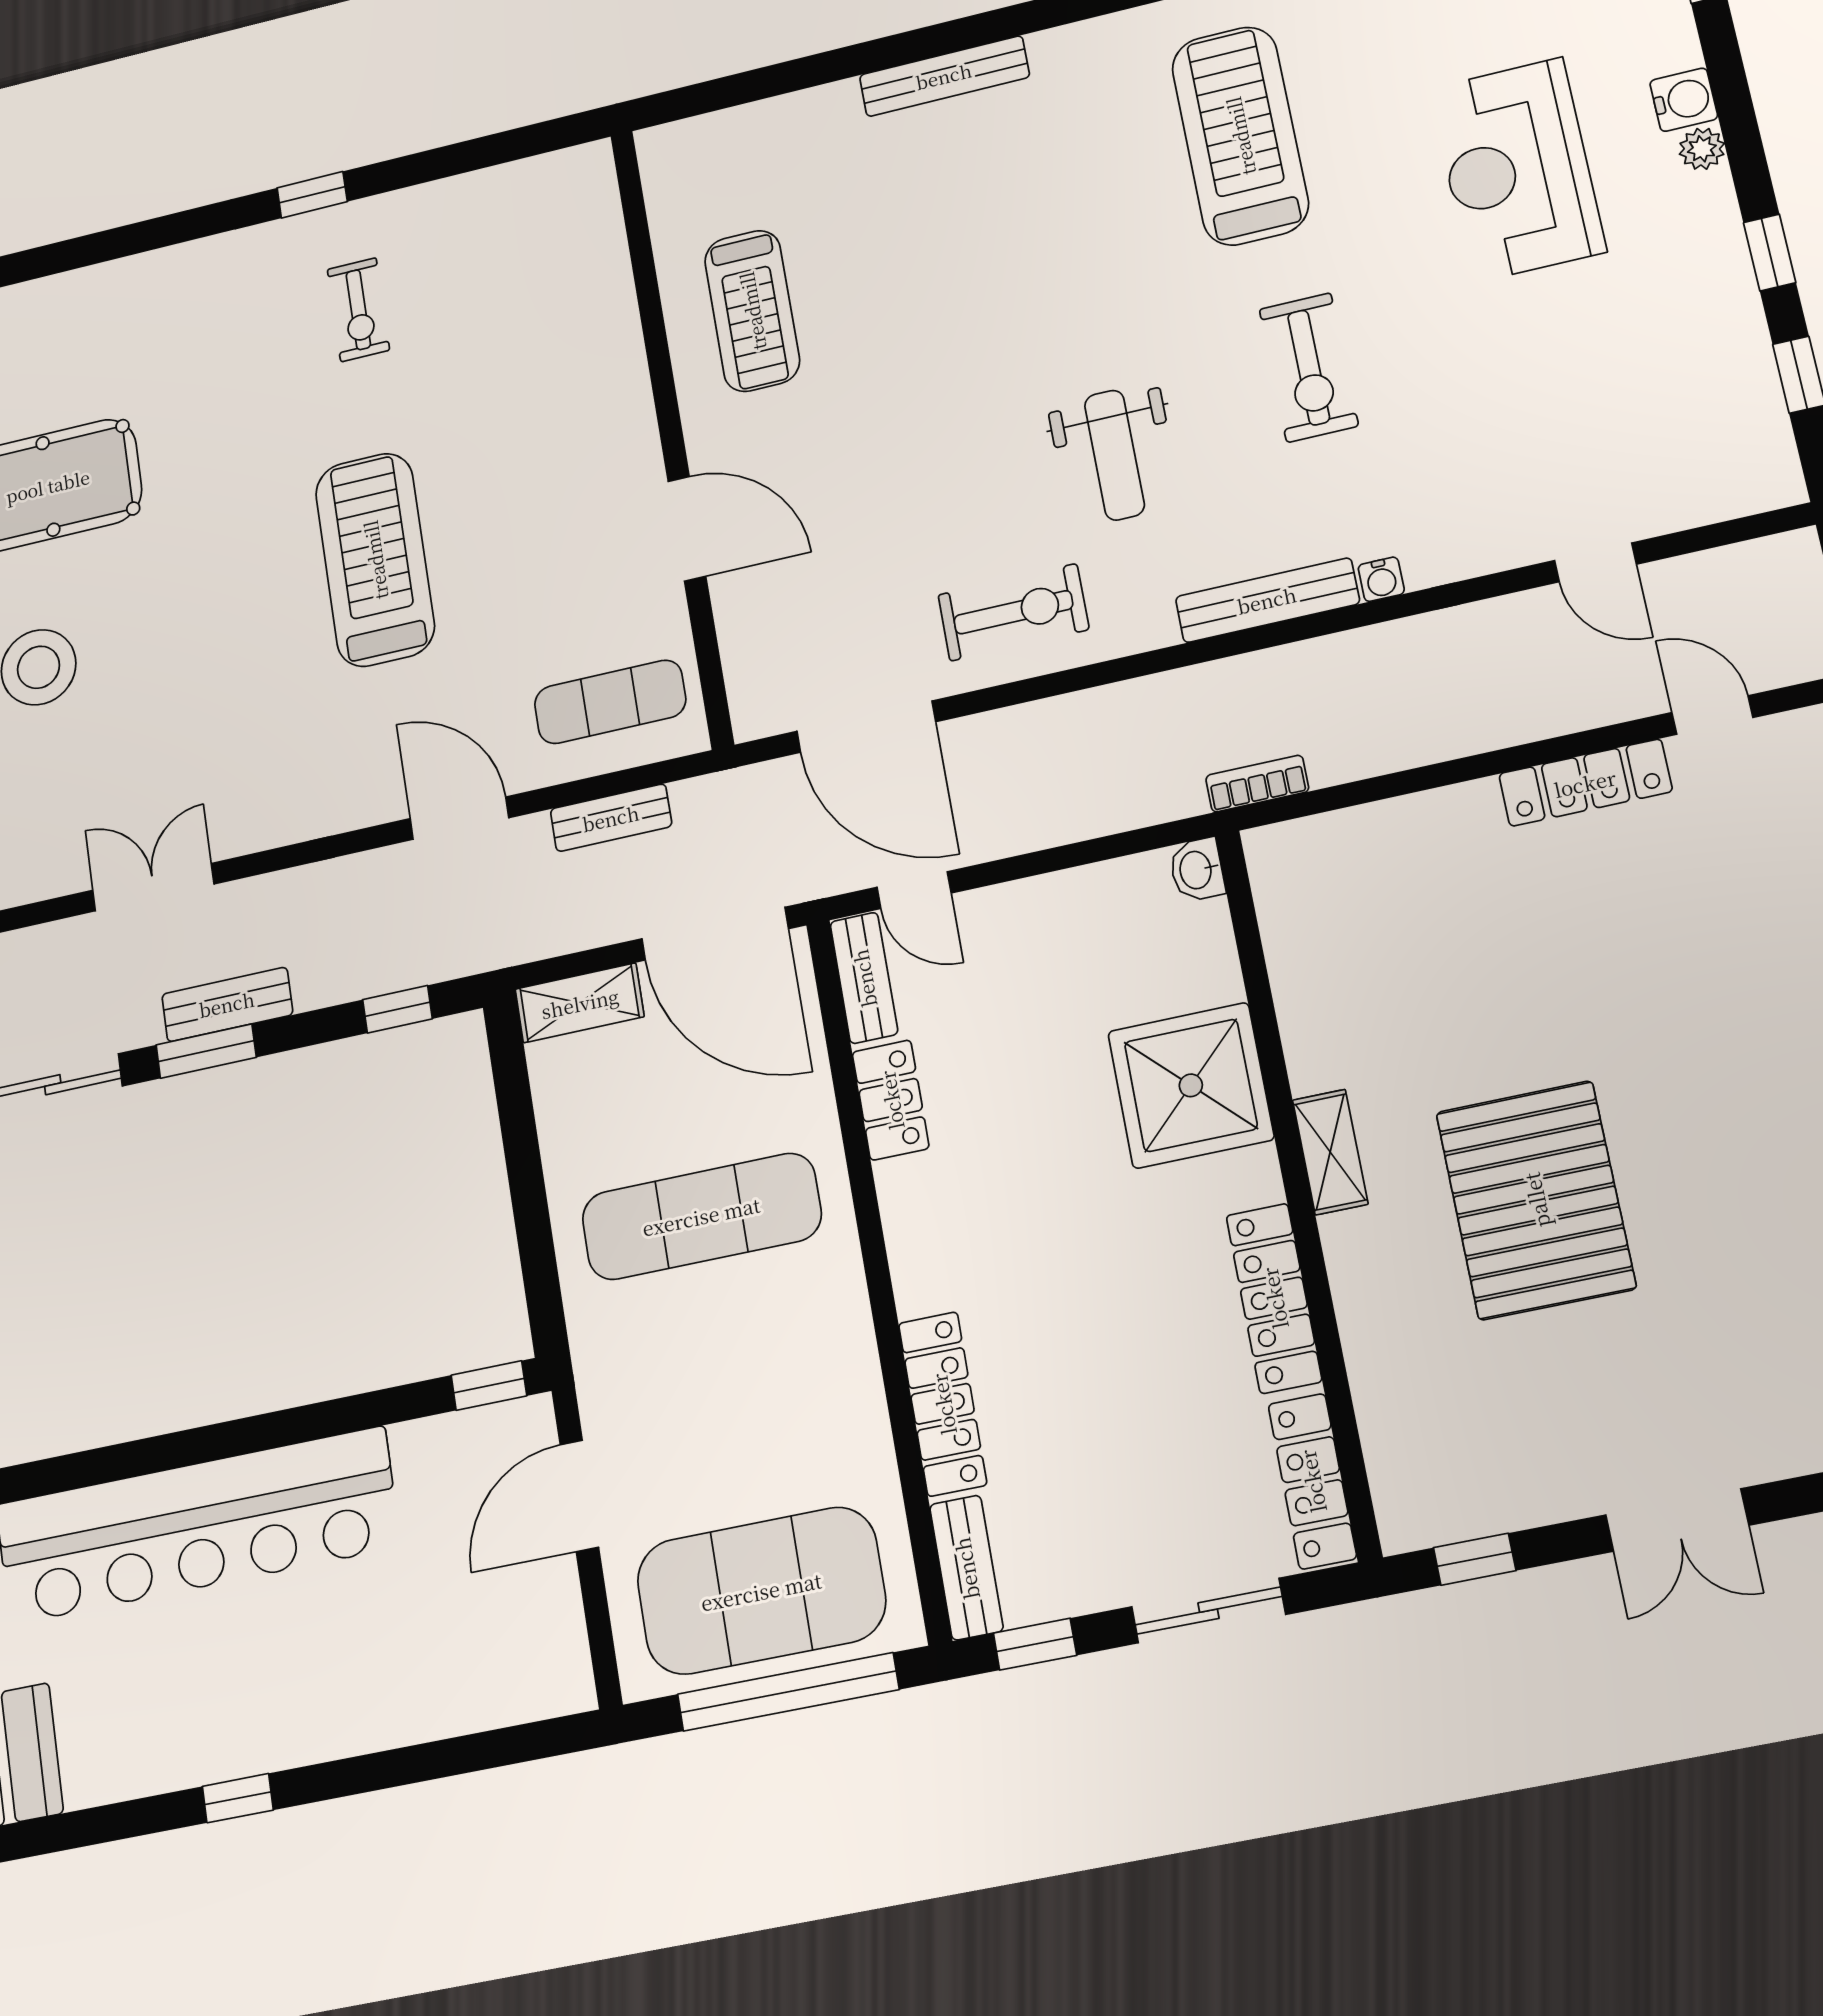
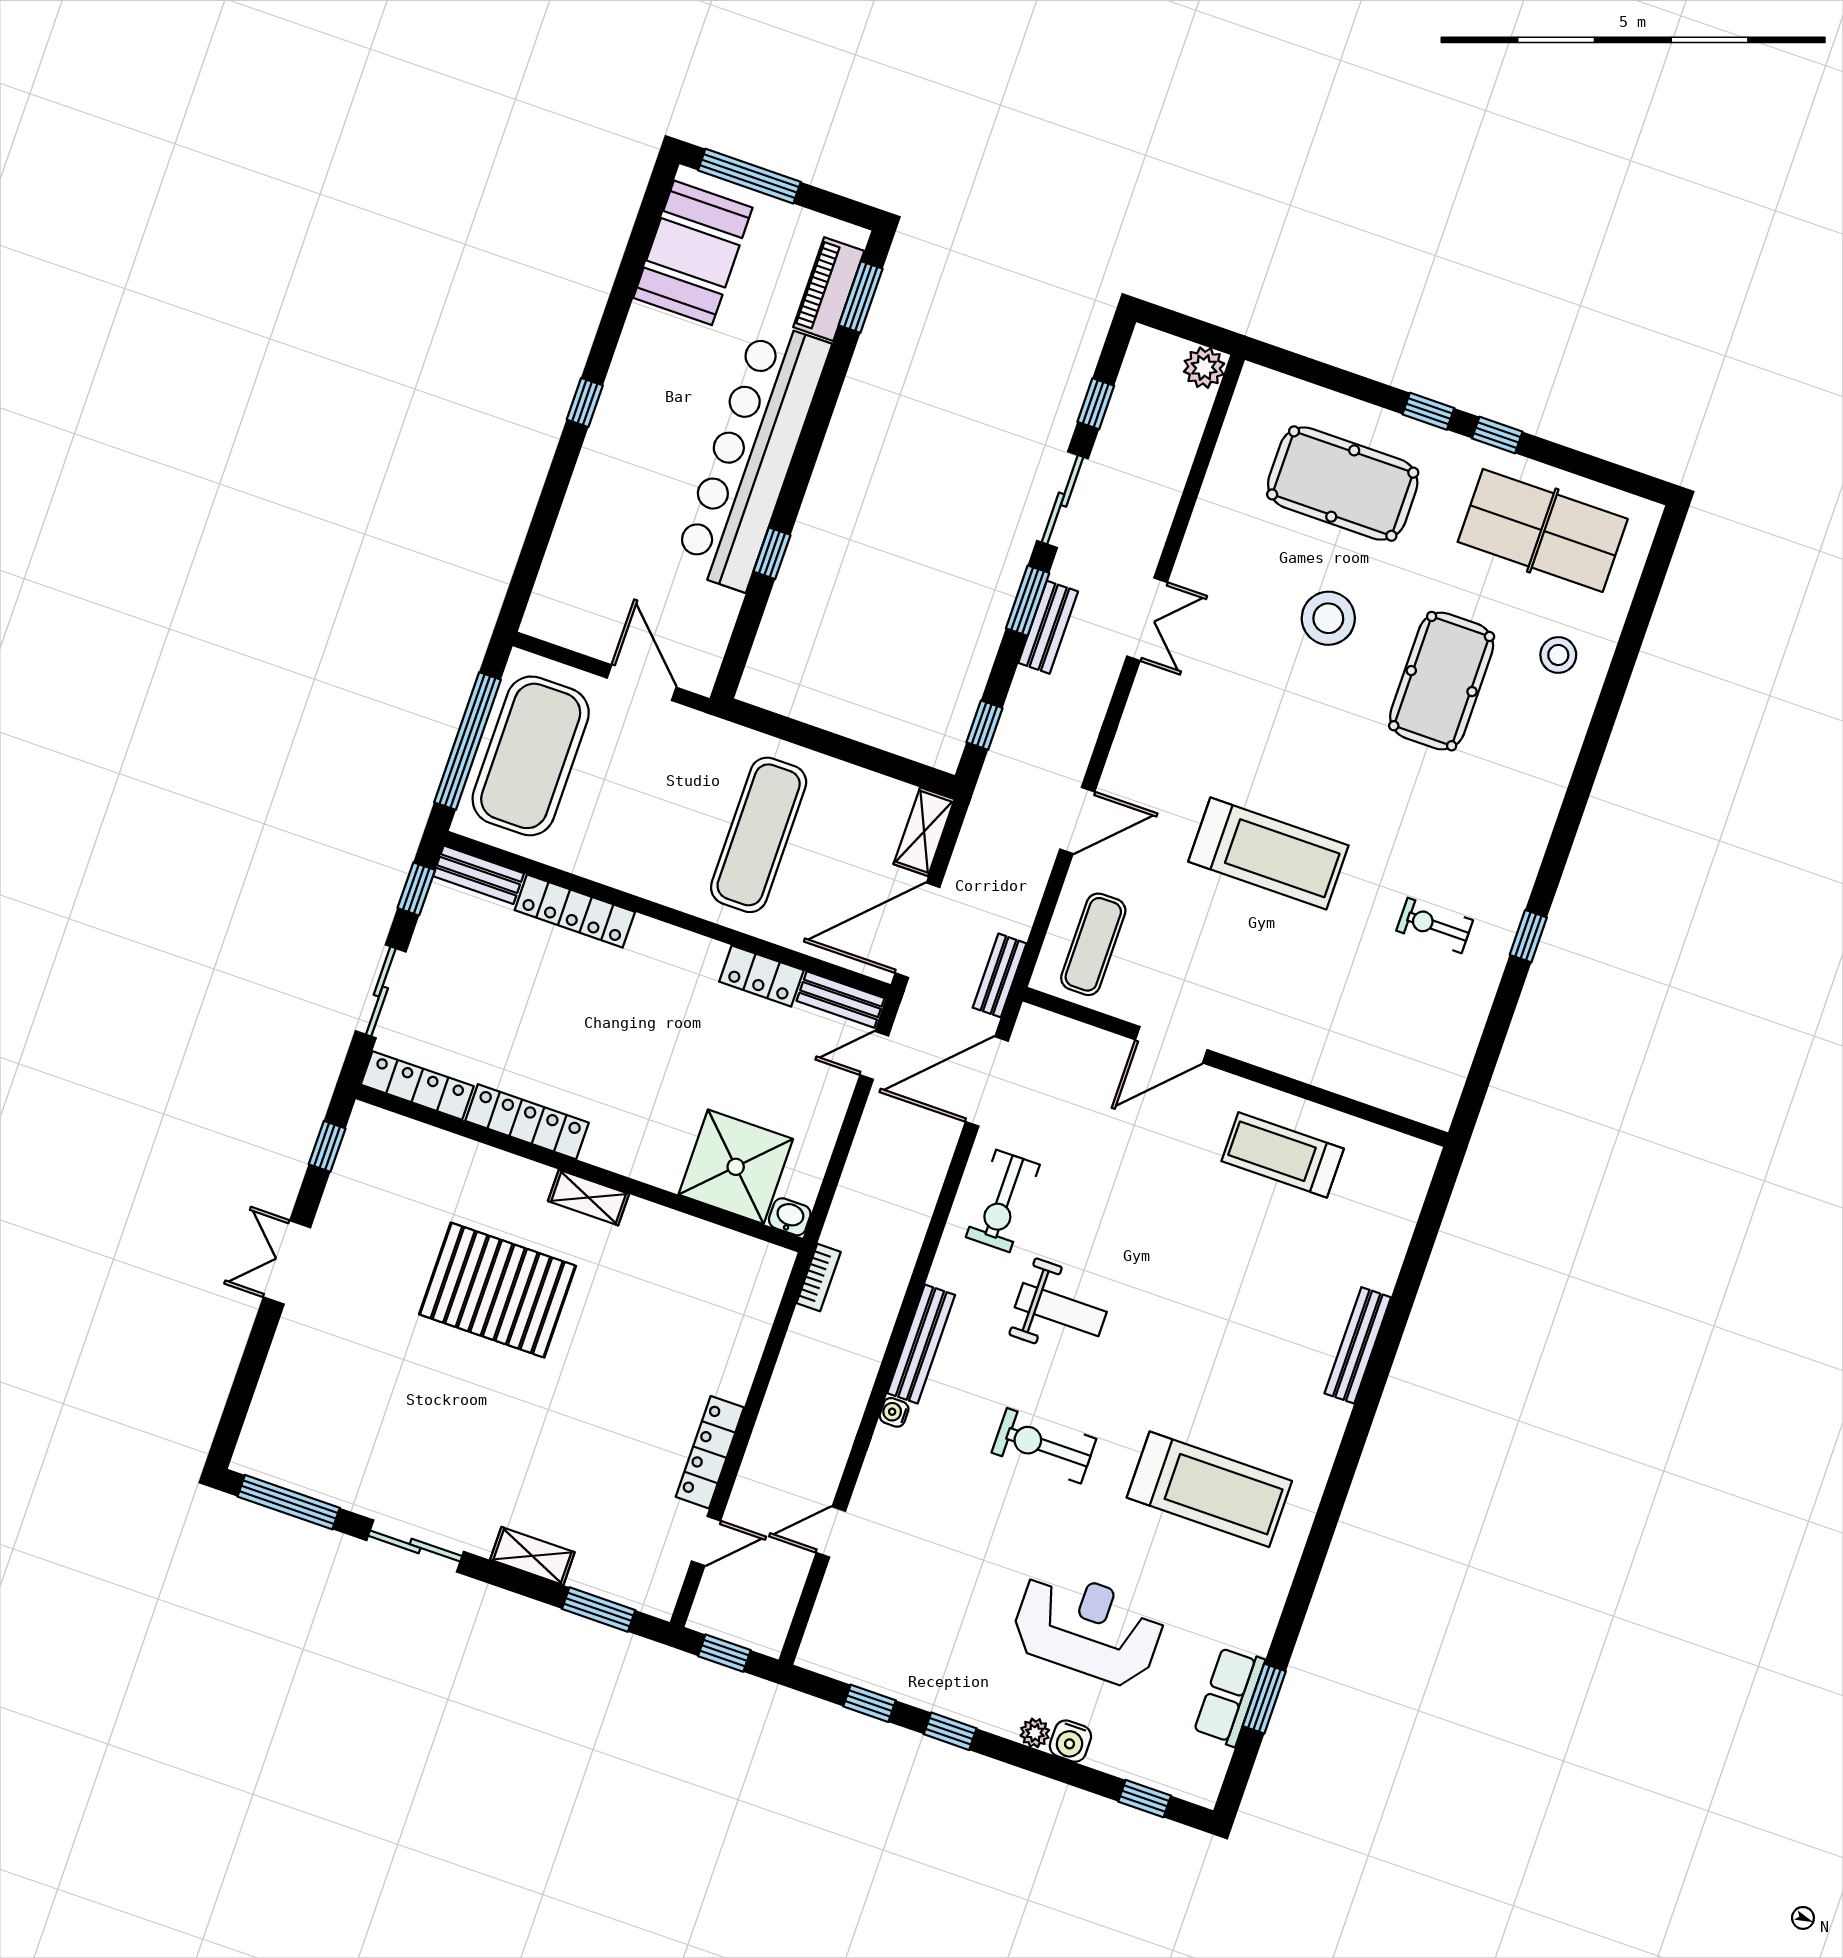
weight bench: (1115, 455) -> (1061, 1310), turned 180
bench: (611, 818) -> (1000, 975), moved
shower: (1191, 1085) -> (736, 1167), moved
window: (489, 1386) -> (772, 553), moved

